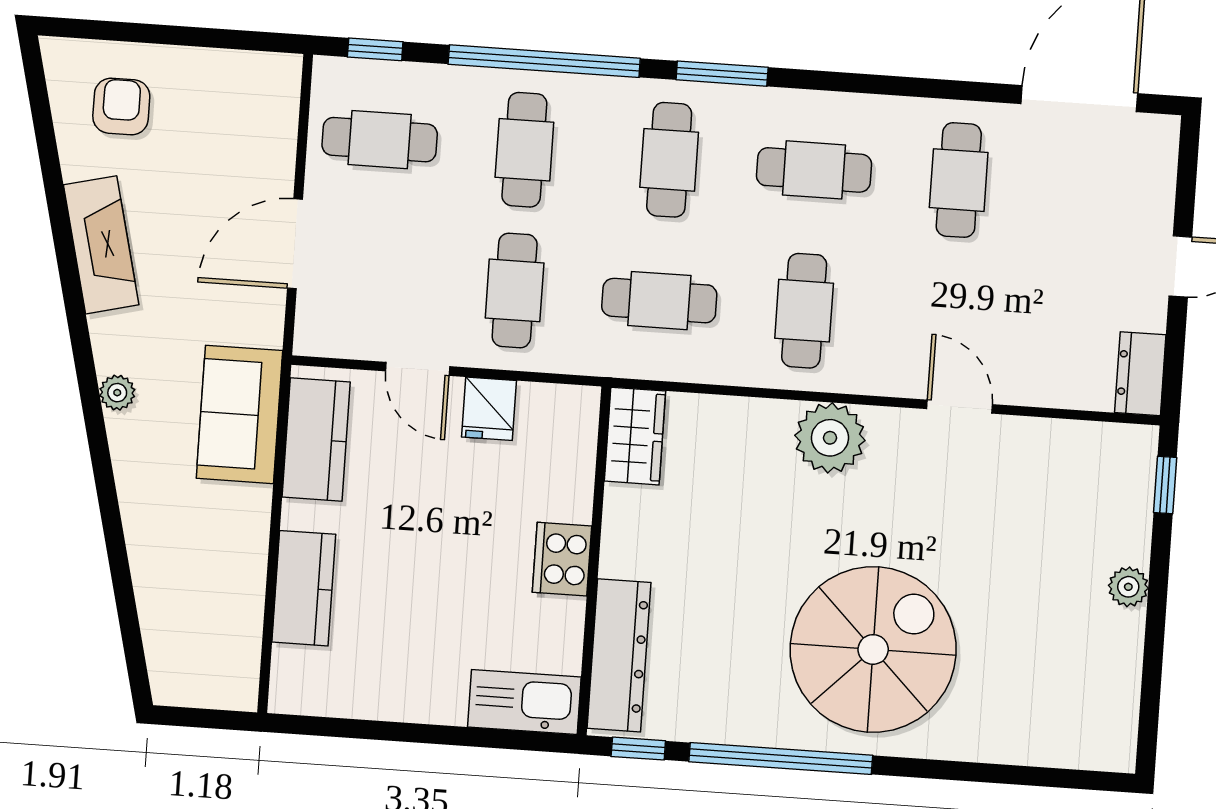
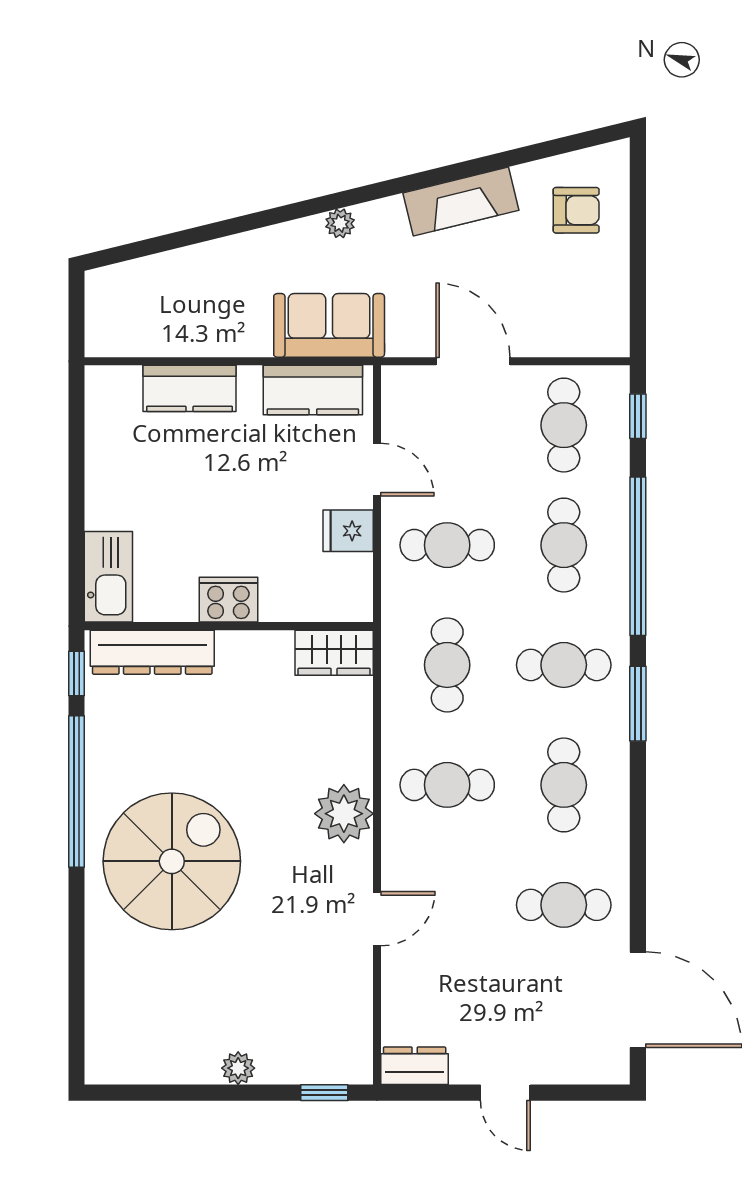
cafe table: (524, 150) -> (564, 545), turned 90
door: (418, 369) -> (377, 470), swing flipped
spiral stairs: (873, 649) -> (172, 861), turned -90

